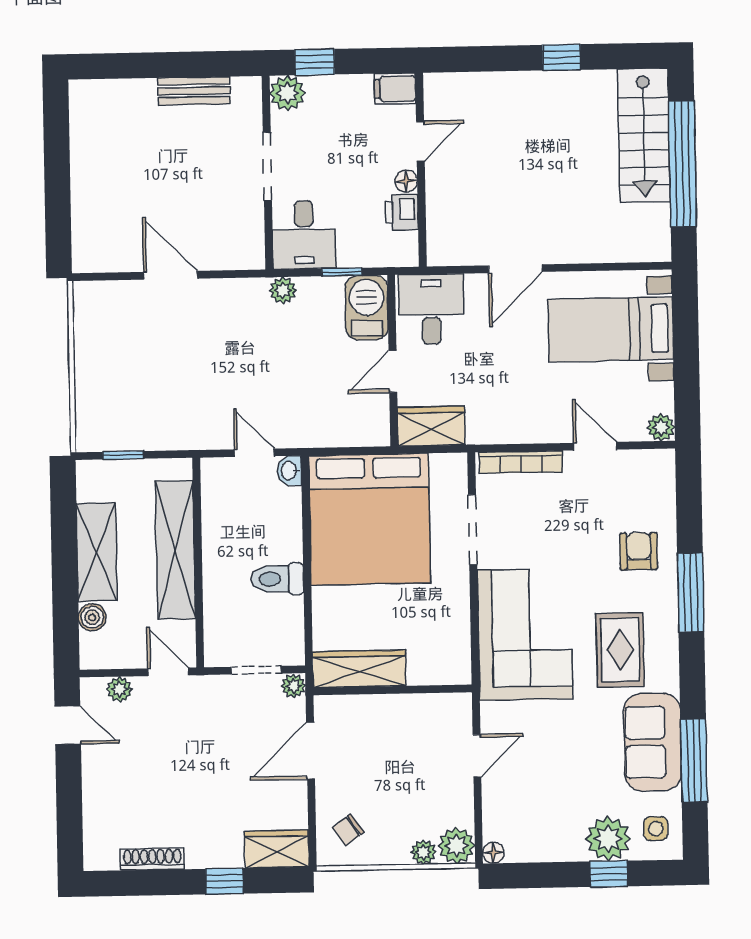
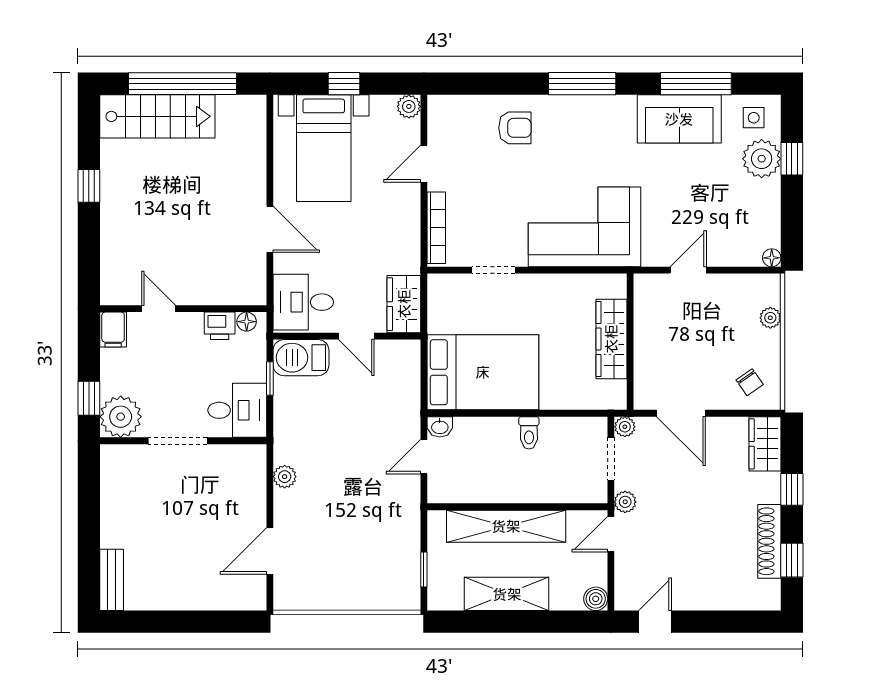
bench: (194, 91) -> (112, 580), moved
plant: (288, 93) -> (121, 417), width x1.36, depth x1.36
floor lamp: (406, 181) -> (247, 322), moved
door: (171, 275) -> (270, 551), moved
plant: (283, 290) -> (285, 477), moved
window: (686, 352) -> (344, 84), added
bed: (370, 519) -> (483, 372), width x0.73
doorway: (473, 530) -> (494, 270), width x0.73
armchair: (639, 551) -> (515, 128), turned 180
toilet: (277, 579) -> (529, 433), width x0.73, depth x0.72
window: (691, 592) -> (582, 84), moved
boiler: (92, 617) -> (596, 599), moved
rug: (620, 650) -> (599, 145), removed
wardrobe: (359, 669) -> (611, 339), moved
plant: (120, 689) -> (625, 502), moved
door: (477, 756) -> (688, 270), hinge flipped
plant: (457, 846) -> (765, 289), removed
shoe rack: (152, 859) -> (769, 541), width x1.36, depth x1.24
window: (142, 883) -> (792, 560), added

